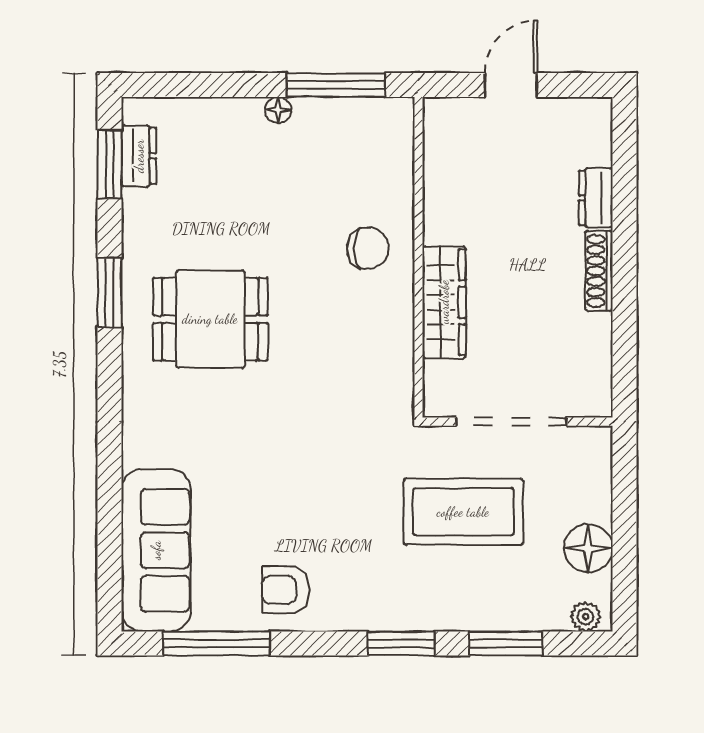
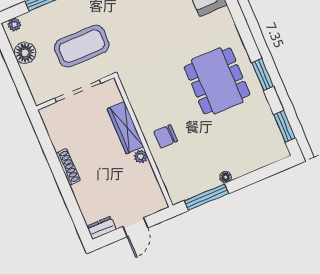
dresser: (139, 156) -> (274, 135), removed
dresser: (596, 198) -> (101, 228), moved, turned -90
plant: (437, 228) -> (141, 157), added
dining table: (210, 319) -> (217, 81), width x1.38

